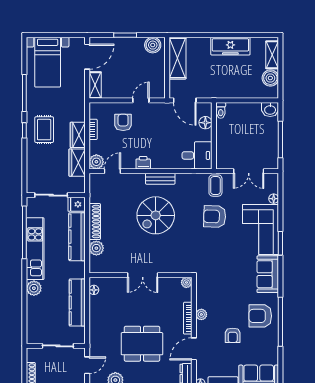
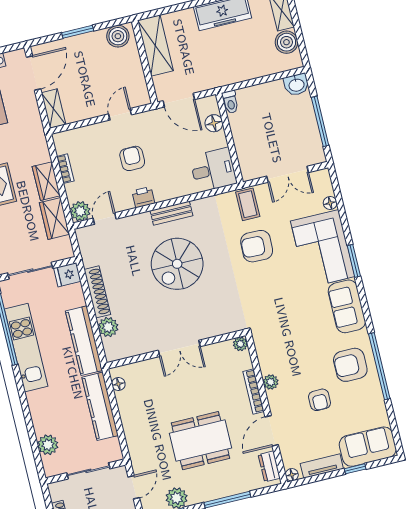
armchair: (123, 122) -> (132, 158), moved
kitchen counter: (77, 237) -> (84, 341), moved
plant: (34, 288) -> (48, 445), moved

